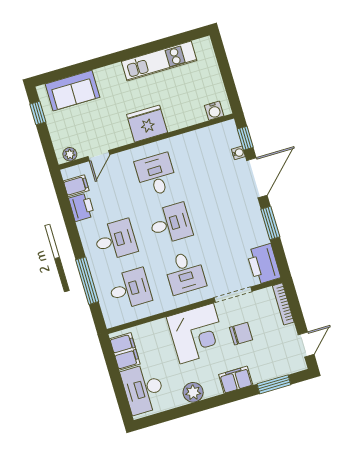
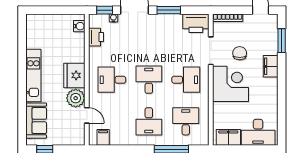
kitchen unit: (159, 61) -> (33, 75), moved
plant: (70, 154) -> (76, 98), moved, width x1.88, depth x1.88
printer: (82, 207) -> (96, 37), moved, turned 90
desk: (115, 240) -> (149, 121), turned 180
plant: (193, 392) -> (271, 98), removed

